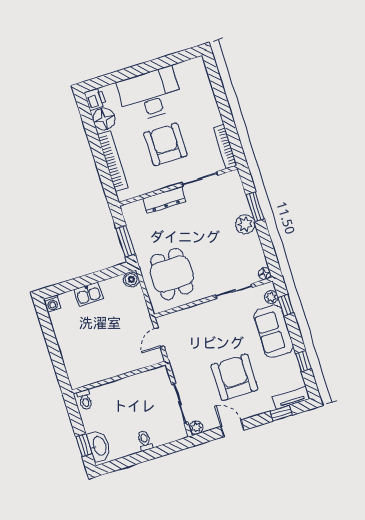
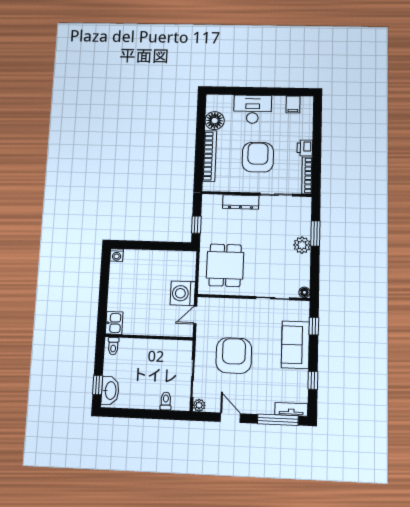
filing cabinet: (183, 72) -> (293, 105), added
desk: (150, 95) -> (253, 109), width x0.73, depth x0.77
printer: (95, 99) -> (305, 148), moved, turned 180
window: (126, 241) -> (196, 225), width x0.67
boiler: (131, 279) -> (190, 258), removed
kitchen sink: (88, 294) -> (114, 323), moved, turned -90
plant: (271, 297) -> (303, 315), removed
washing machine: (138, 319) -> (183, 293), added
armchair: (234, 377) -> (234, 356), moved
window: (281, 413) -> (278, 420), width x2.17
toilet: (145, 441) -> (166, 401), moved

